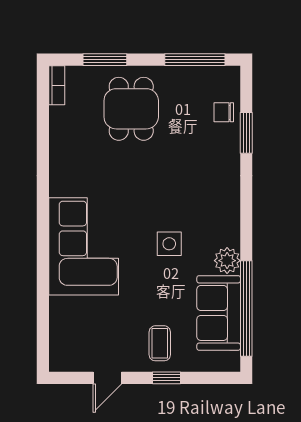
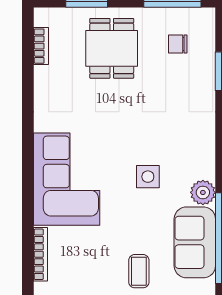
bookcase: (57, 85) -> (41, 46), moved
chair: (224, 112) -> (178, 44), moved
bookcase: (56, 325) -> (40, 254), added

